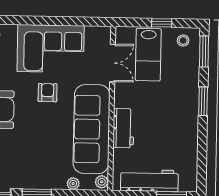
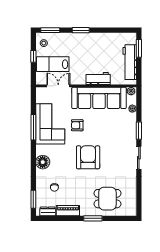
window: (46, 21) -> (33, 127), added
lab bench: (148, 55) -> (53, 64), turned 180

